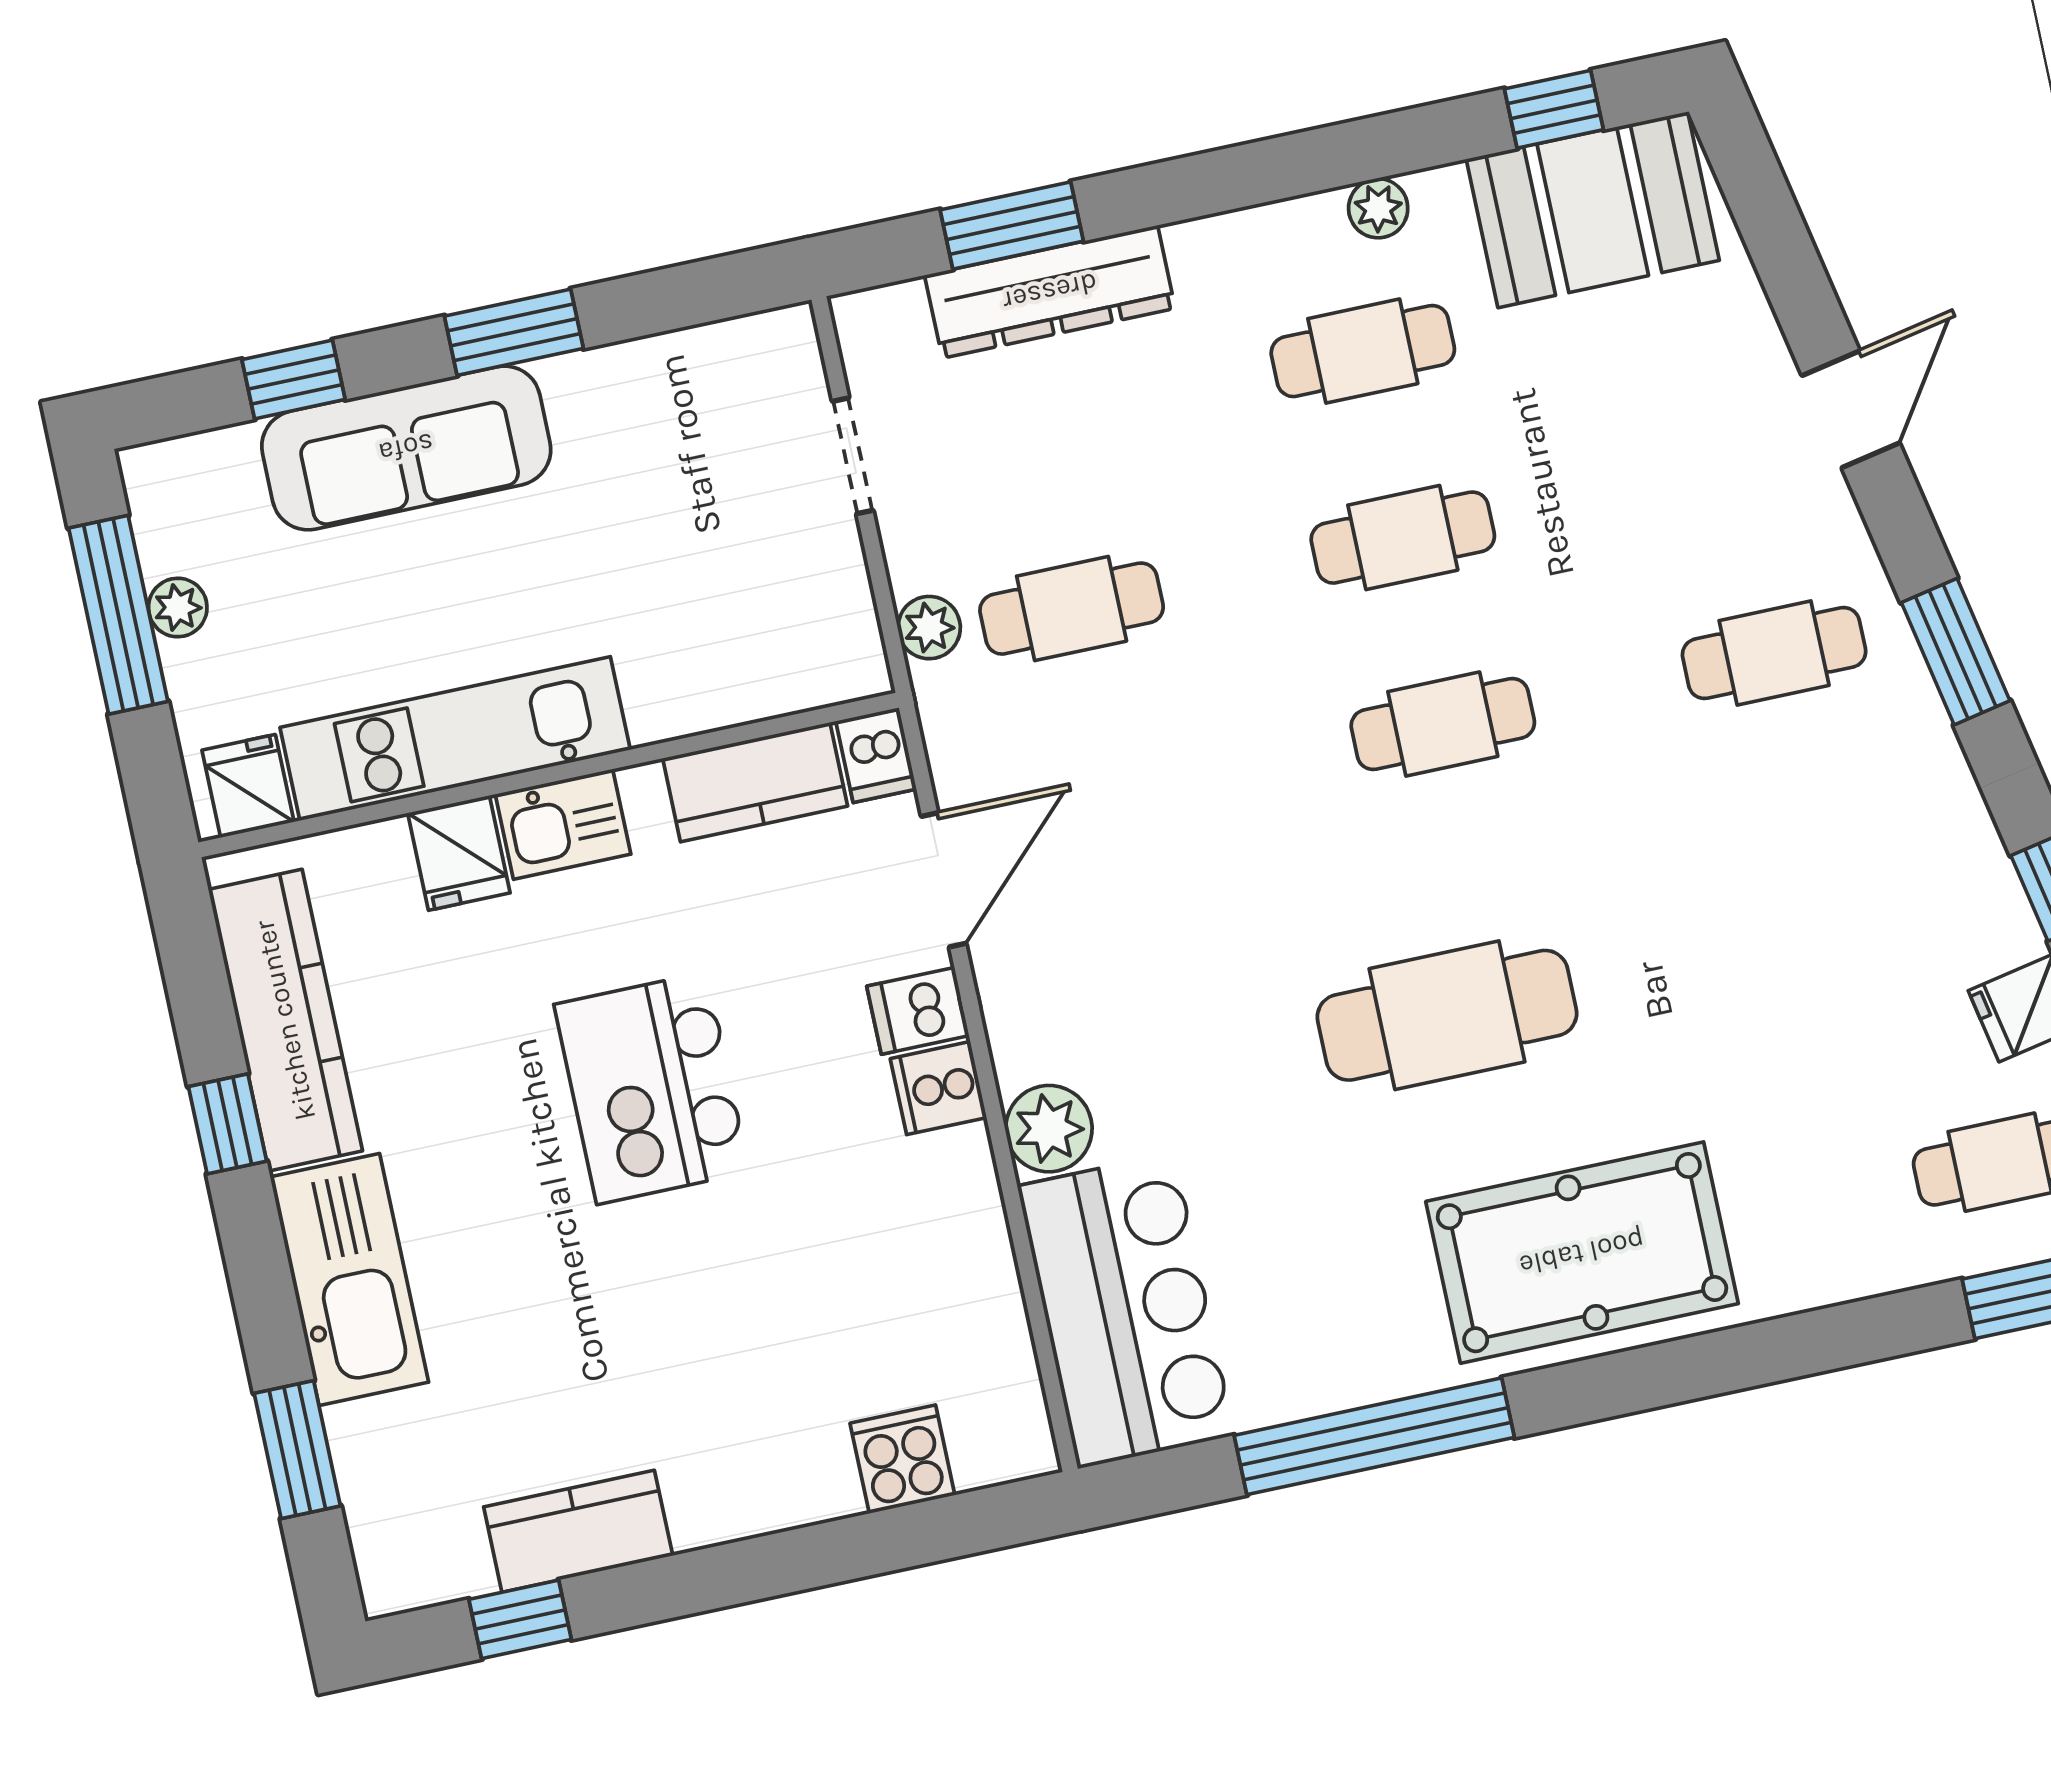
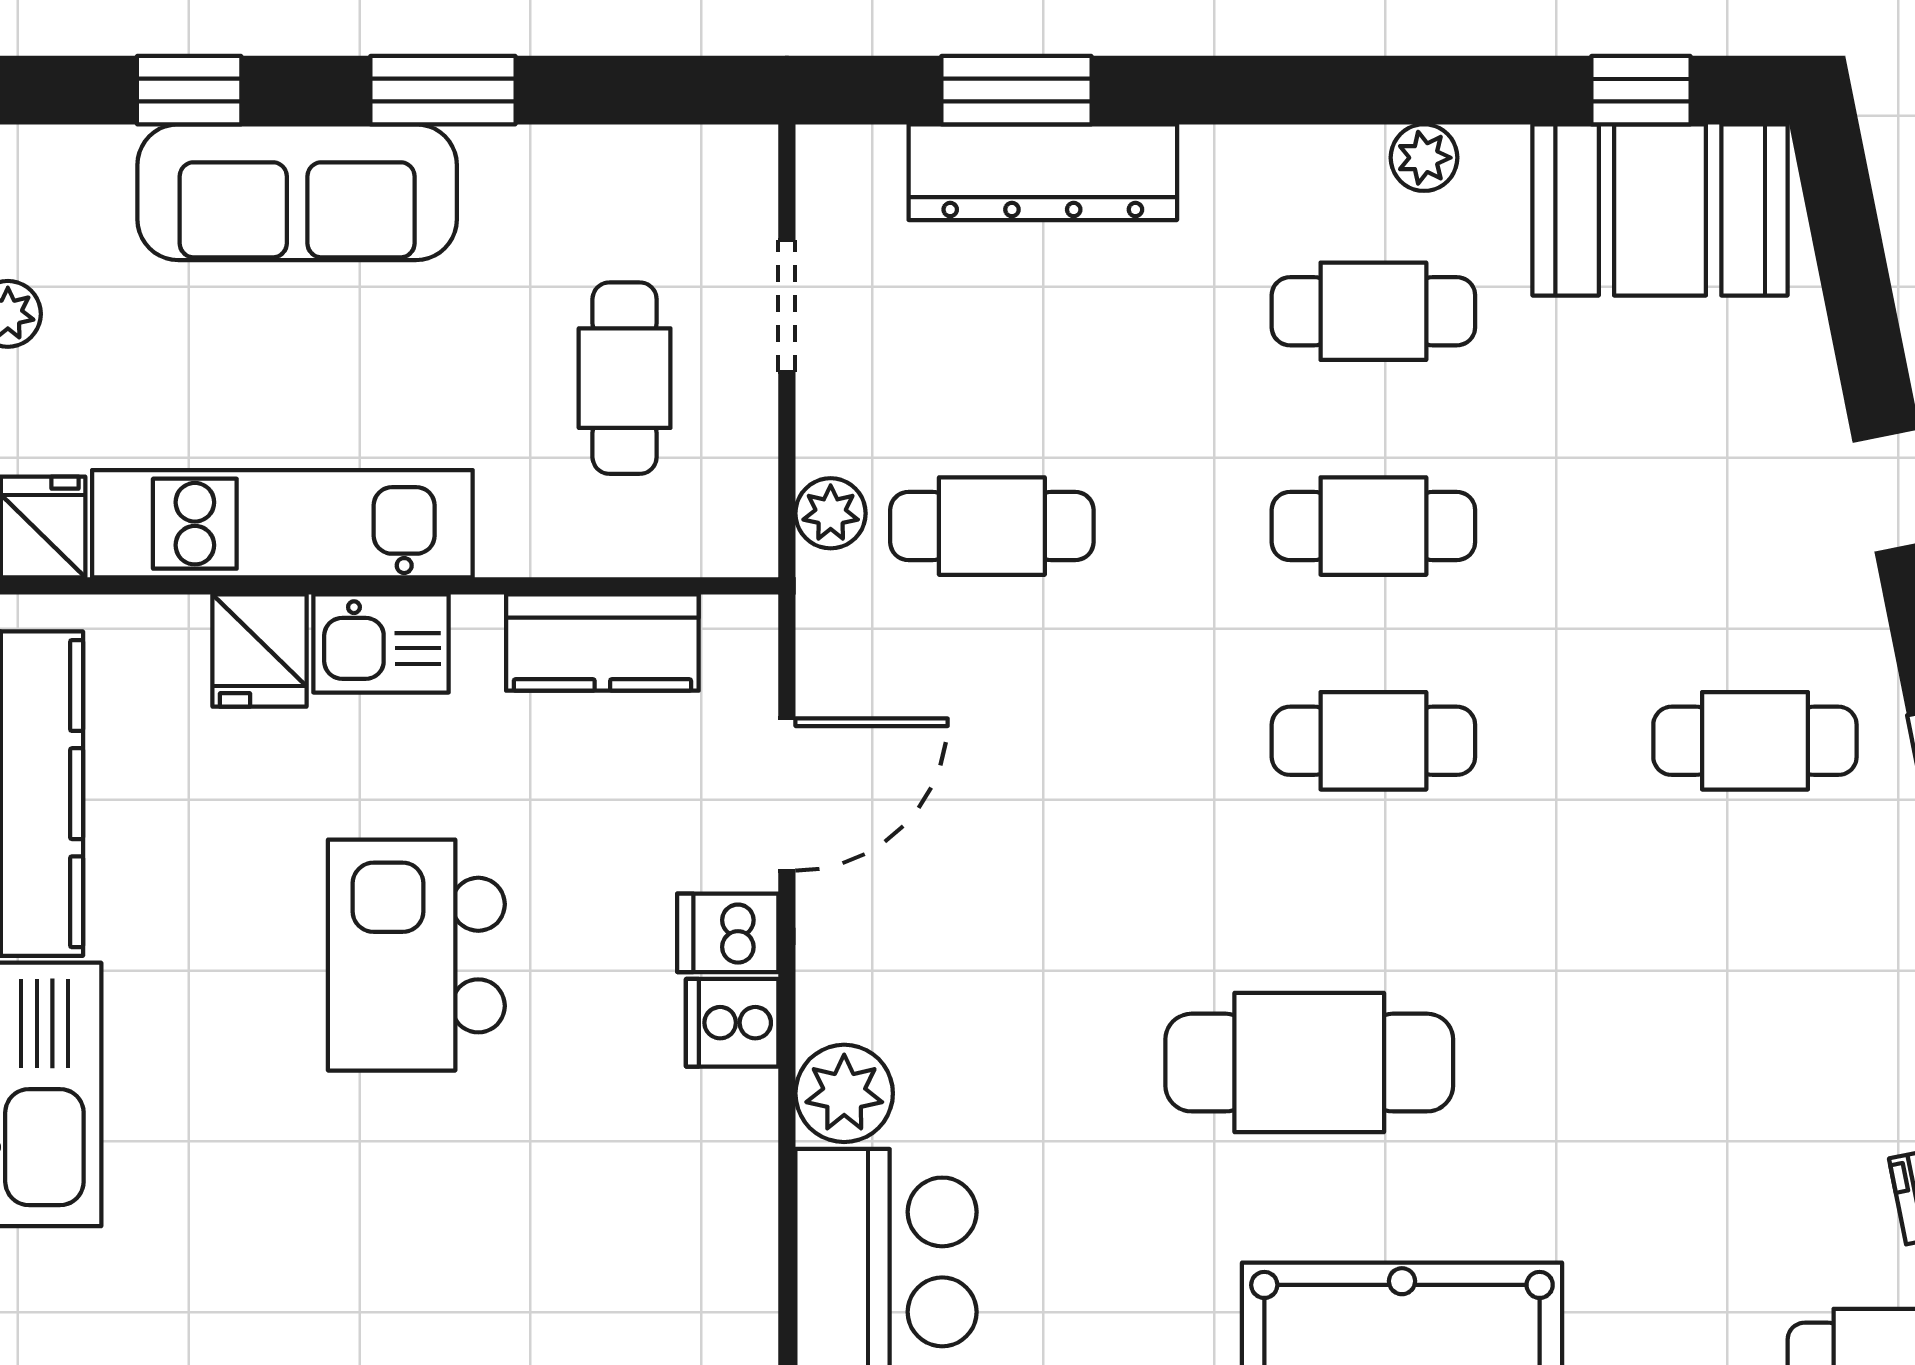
cafe table: (725, 548) -> (625, 378), added
dishwasher: (876, 755) -> (742, 641), removed

